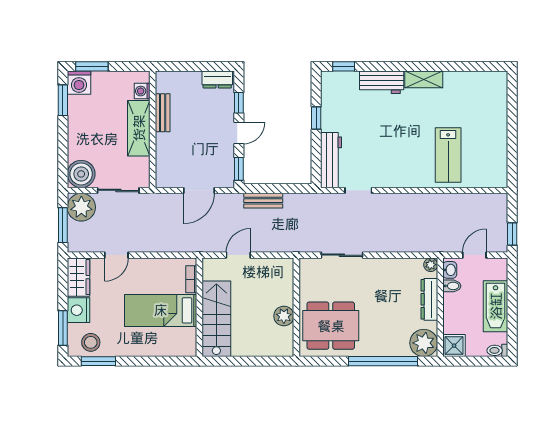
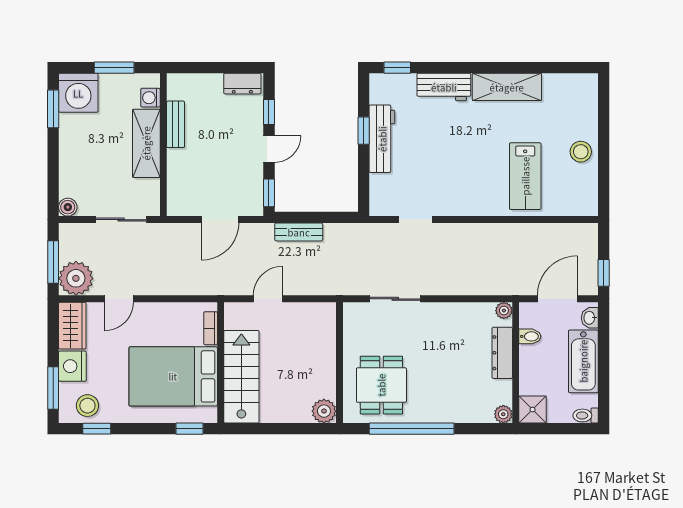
window: (92, 66) -> (114, 68), moved
shelving: (424, 79) -> (507, 87), width x1.50, depth x1.33
washing machine: (79, 83) -> (78, 93), width x1.37, depth x1.37
stool: (493, 135) -> (581, 152), added
workbench: (331, 160) -> (382, 139), moved
boiler: (81, 174) -> (68, 207), width x0.54, depth x0.54
plant: (81, 207) -> (76, 278), moved
door: (474, 255) -> (557, 299), width x1.37
washbasin: (450, 270) -> (590, 318), moved, turned 180
bed: (161, 310) -> (173, 376), width x1.50
plant: (284, 316) -> (324, 411), moved
dining table: (331, 326) -> (381, 385), width x0.73
plant: (424, 343) -> (503, 414), width x0.53, depth x0.53
window: (98, 361) -> (97, 429), width x0.67
window: (174, 361) -> (189, 429), added
window: (383, 361) -> (412, 429), moved

